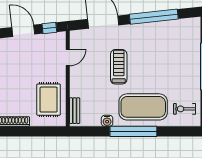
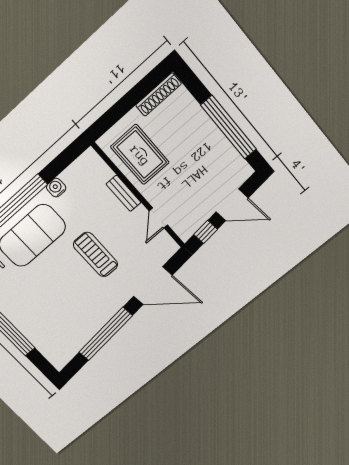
treadmill: (119, 67) -> (96, 255), turned 180
bench: (75, 111) -> (123, 193), moved

